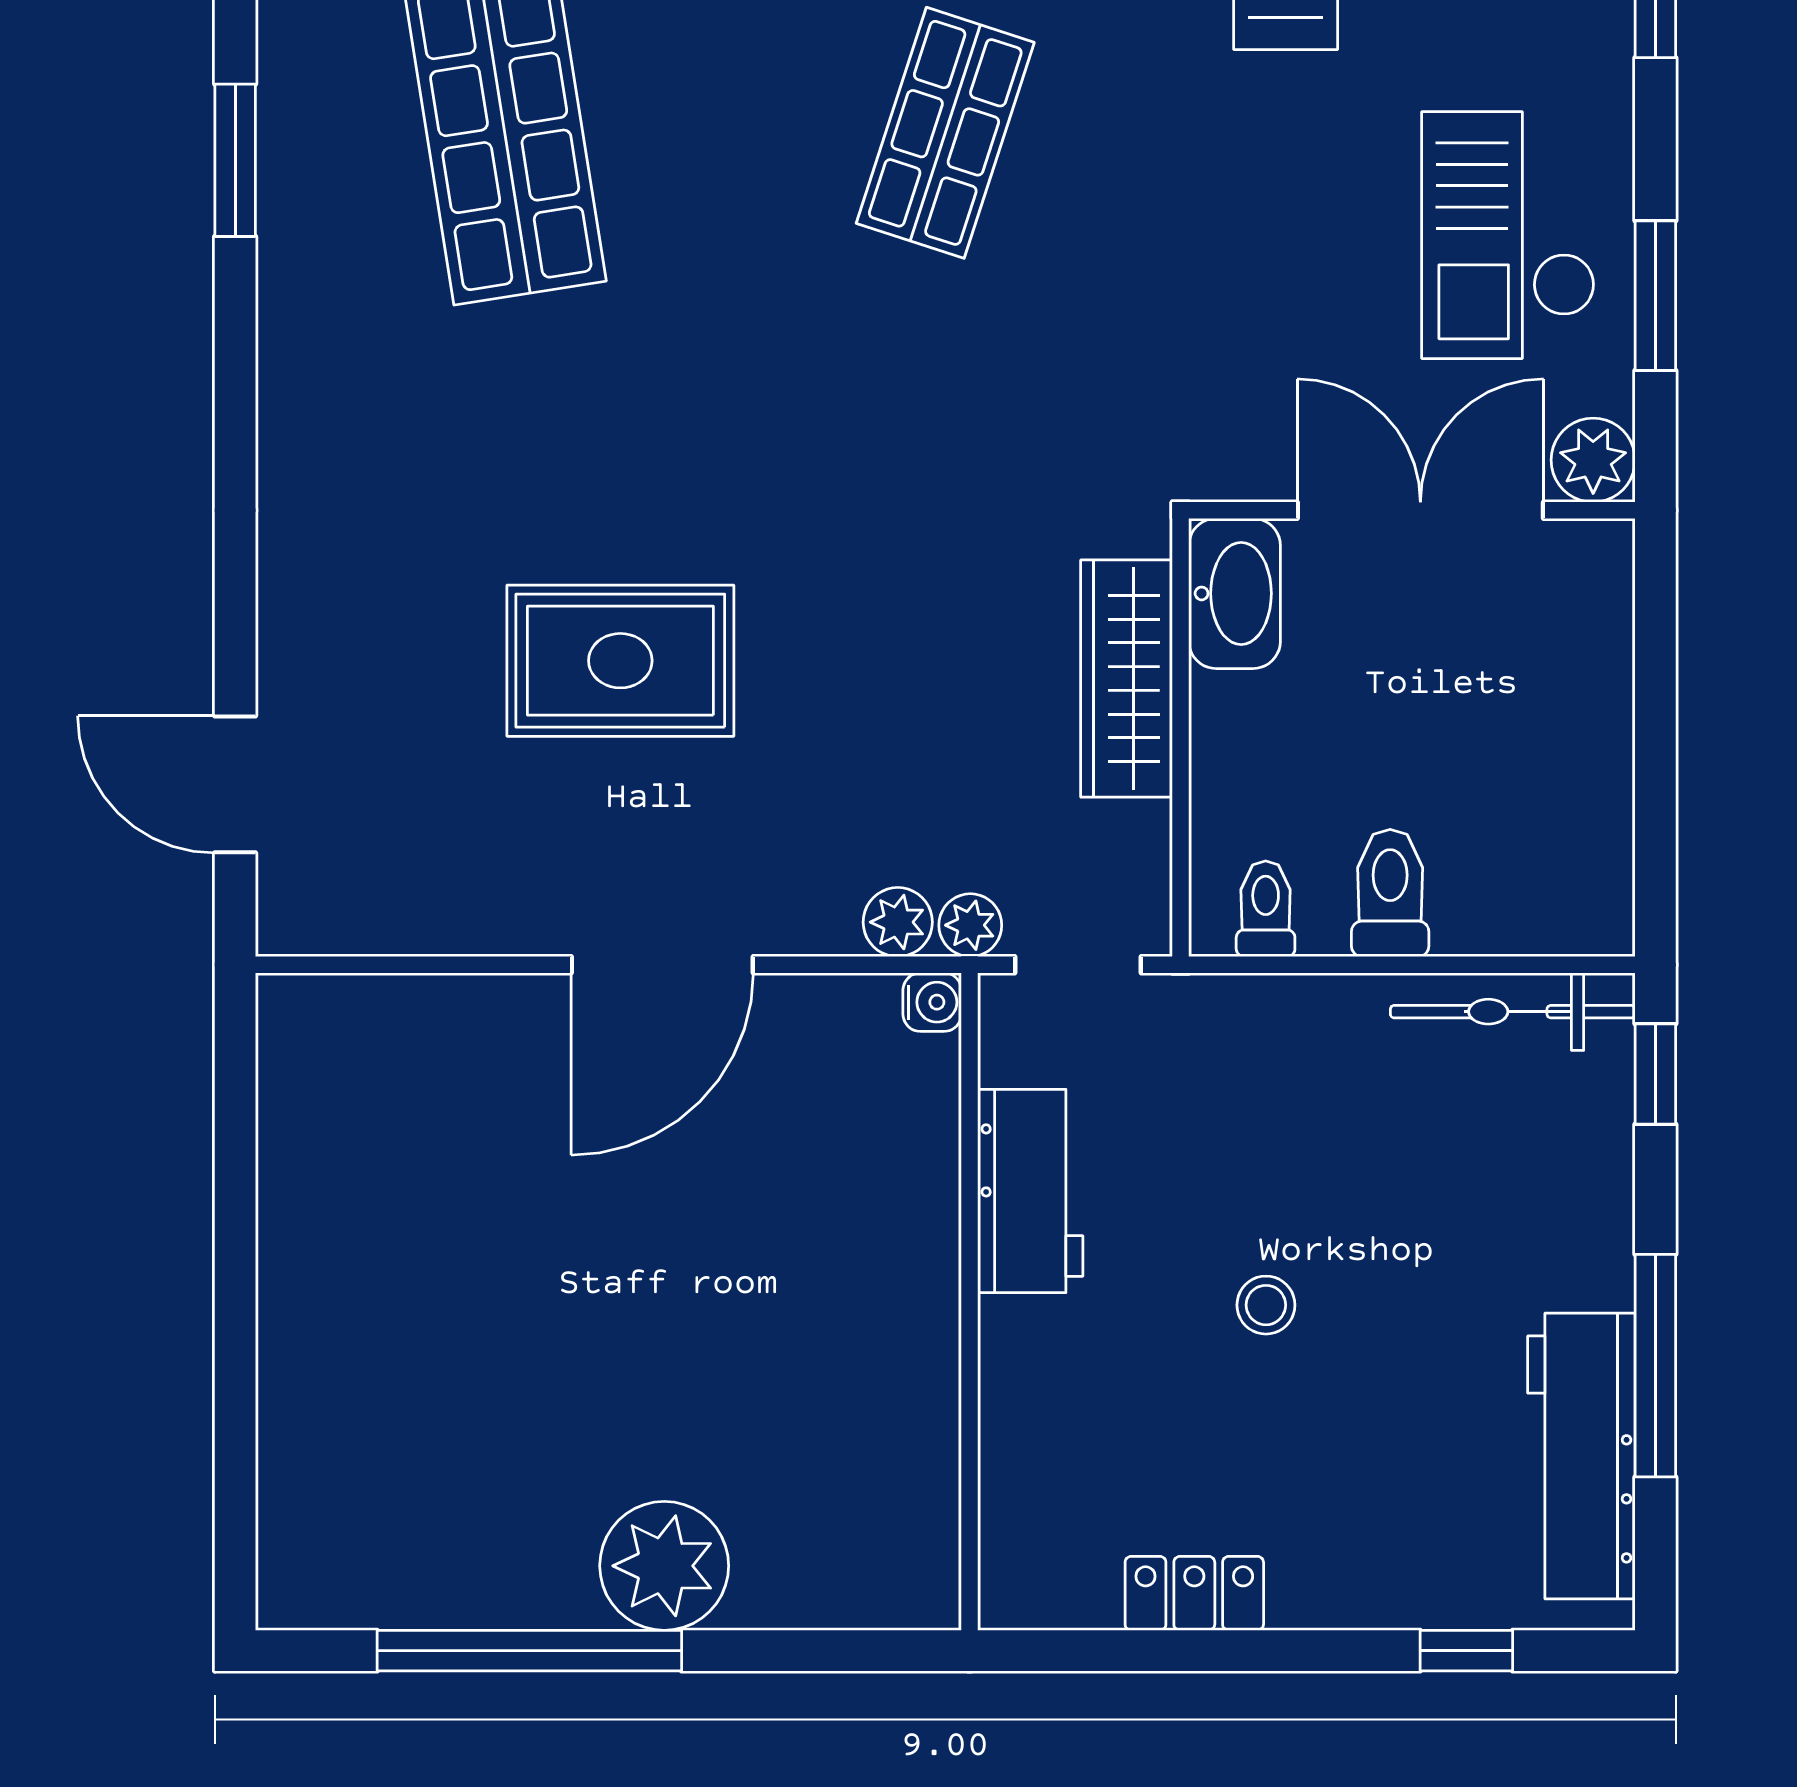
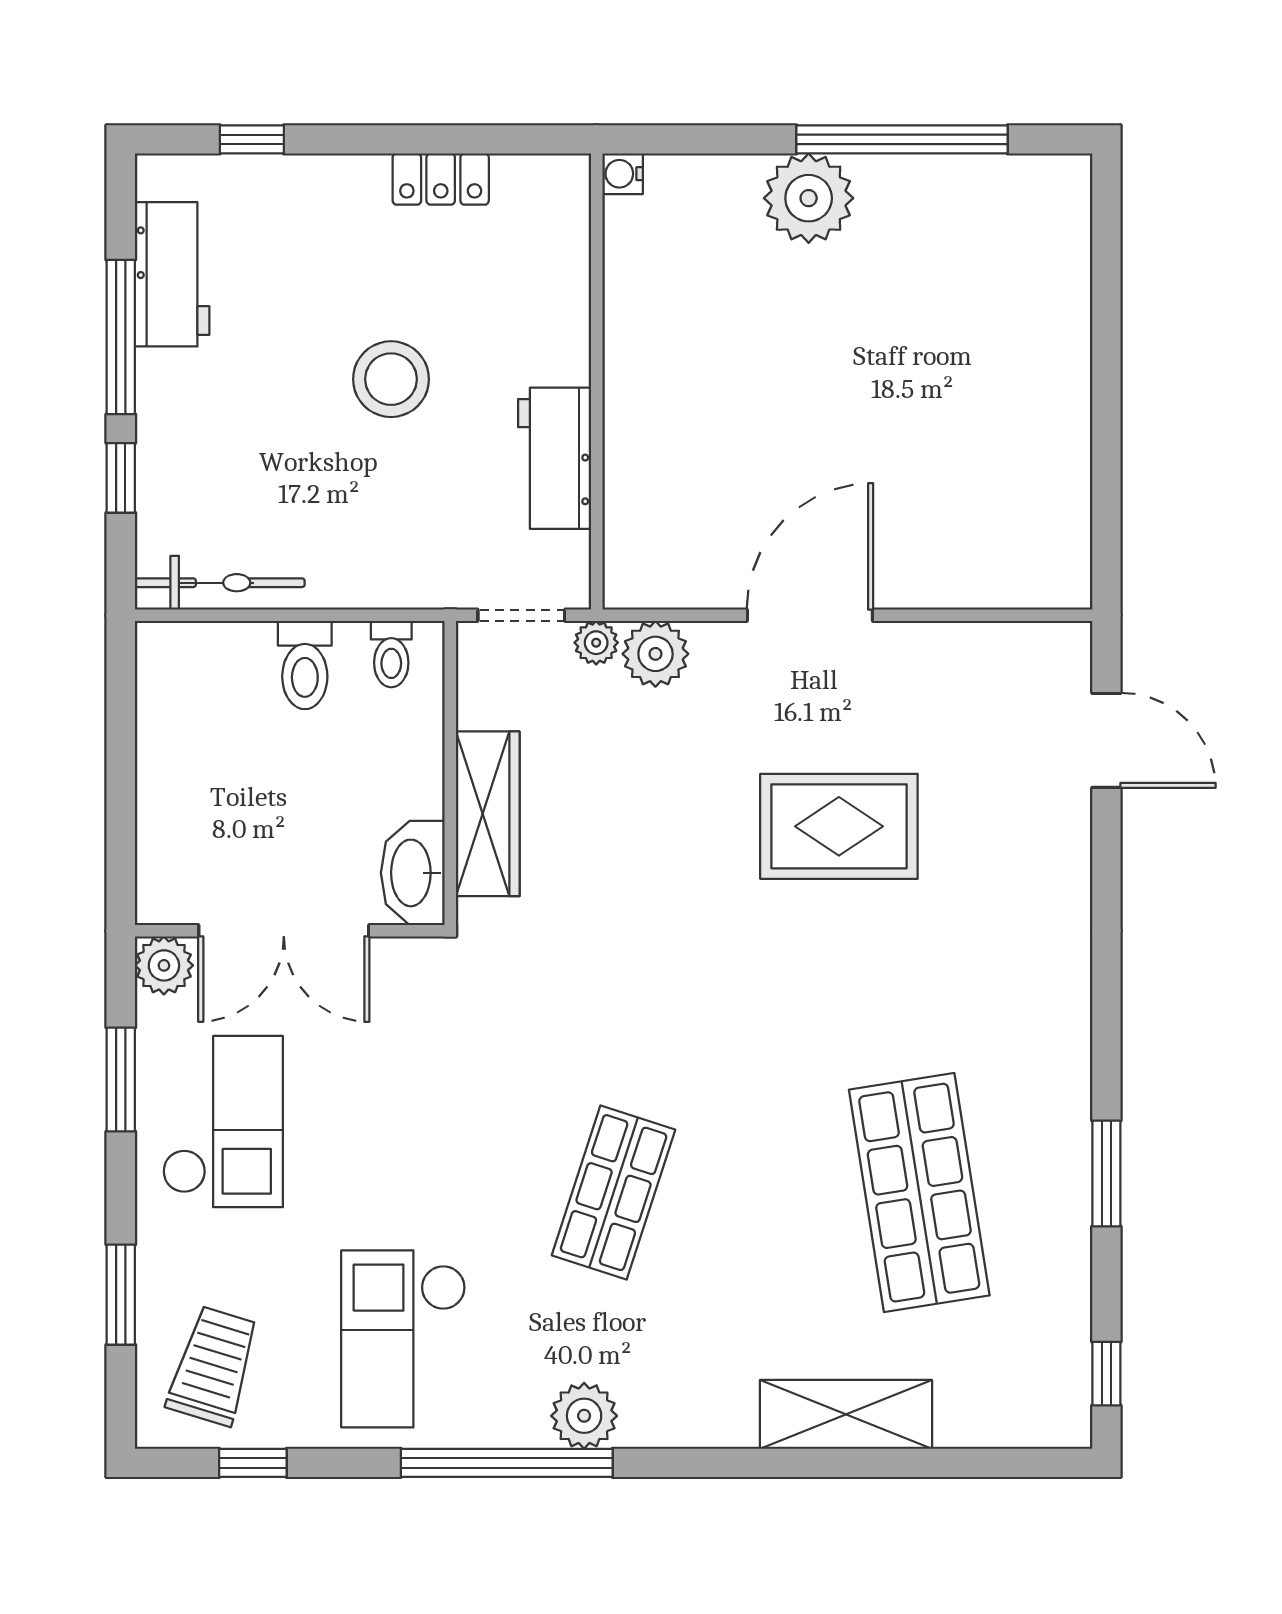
plant: (898, 922) -> (655, 654), width x1.38, depth x1.38
water cooler: (932, 1002) -> (623, 174), moved
window: (1655, 1074) -> (121, 478), moved
stool: (1266, 1305) -> (391, 379), width x1.89, depth x1.89
workbench: (1581, 1456) -> (172, 274), width x0.73

